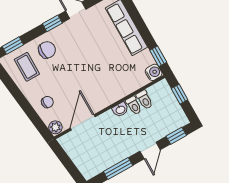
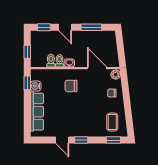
chair: (47, 50) -> (71, 86), moved
water cooler: (154, 72) -> (36, 86), moved
door: (83, 122) -> (97, 68), swing flipped
door: (150, 150) -> (65, 27), swing flipped

